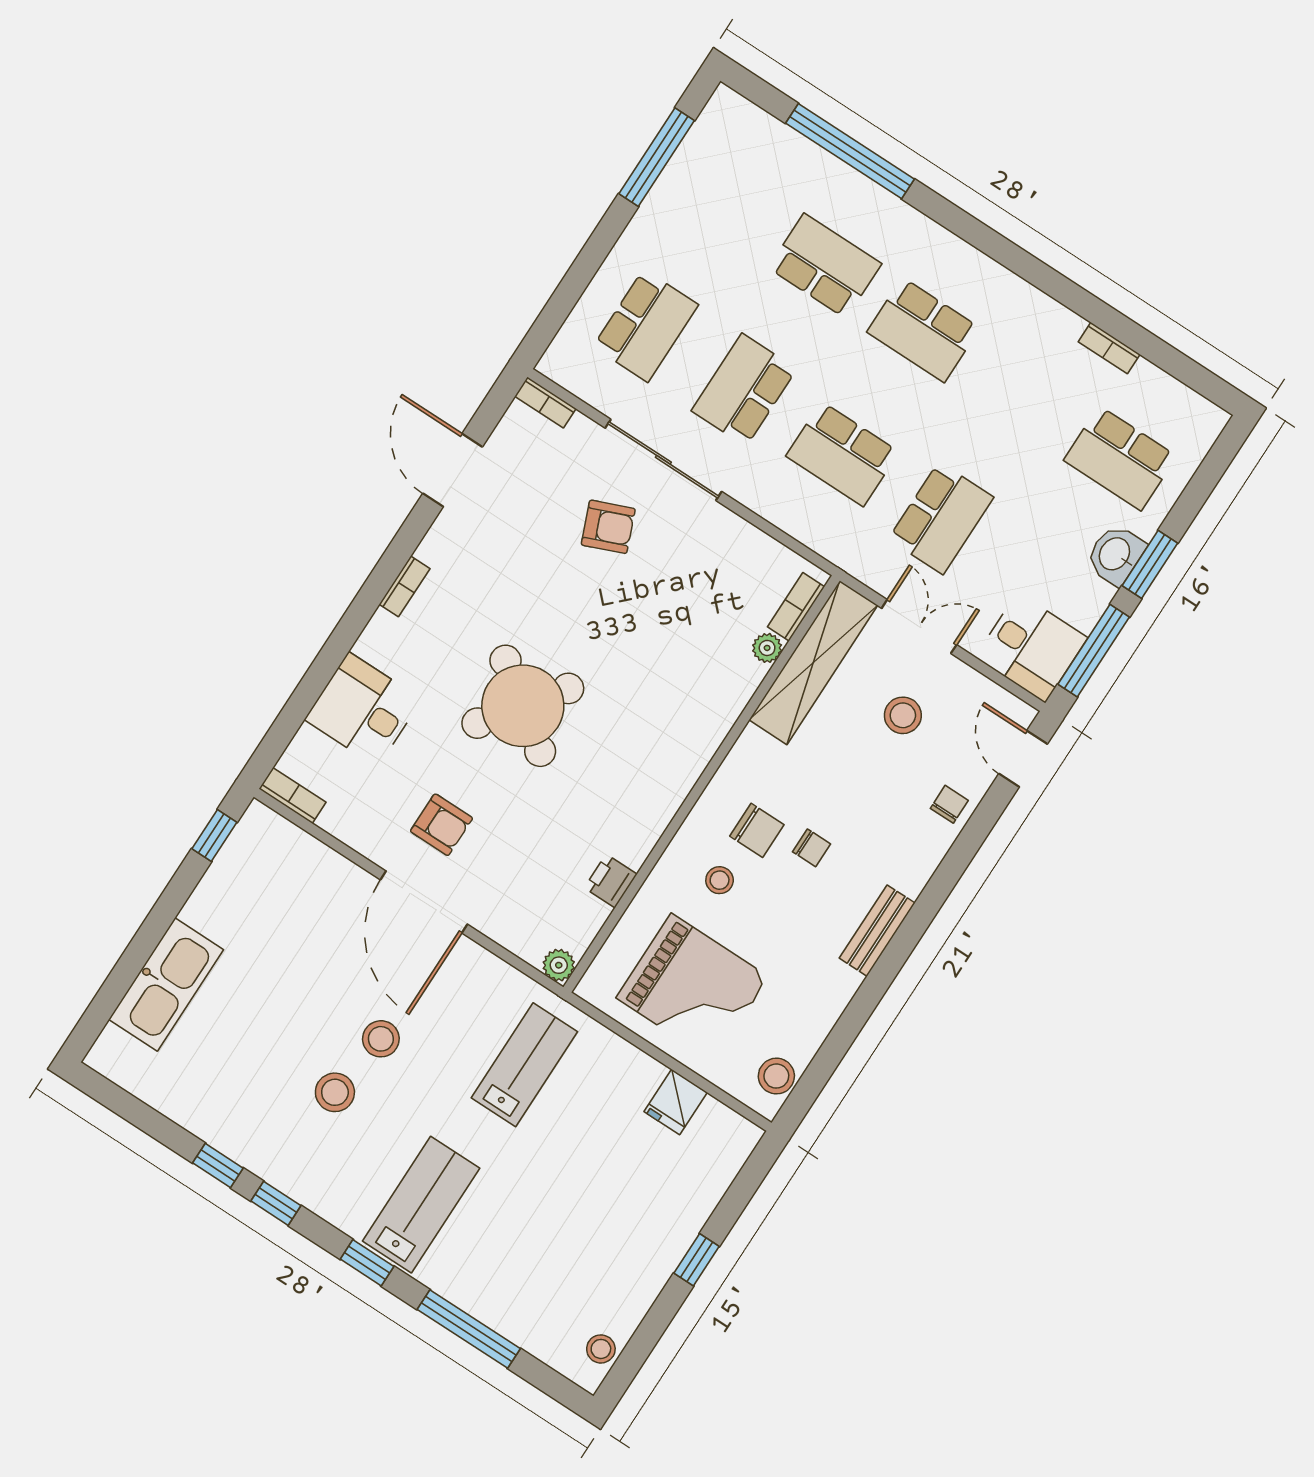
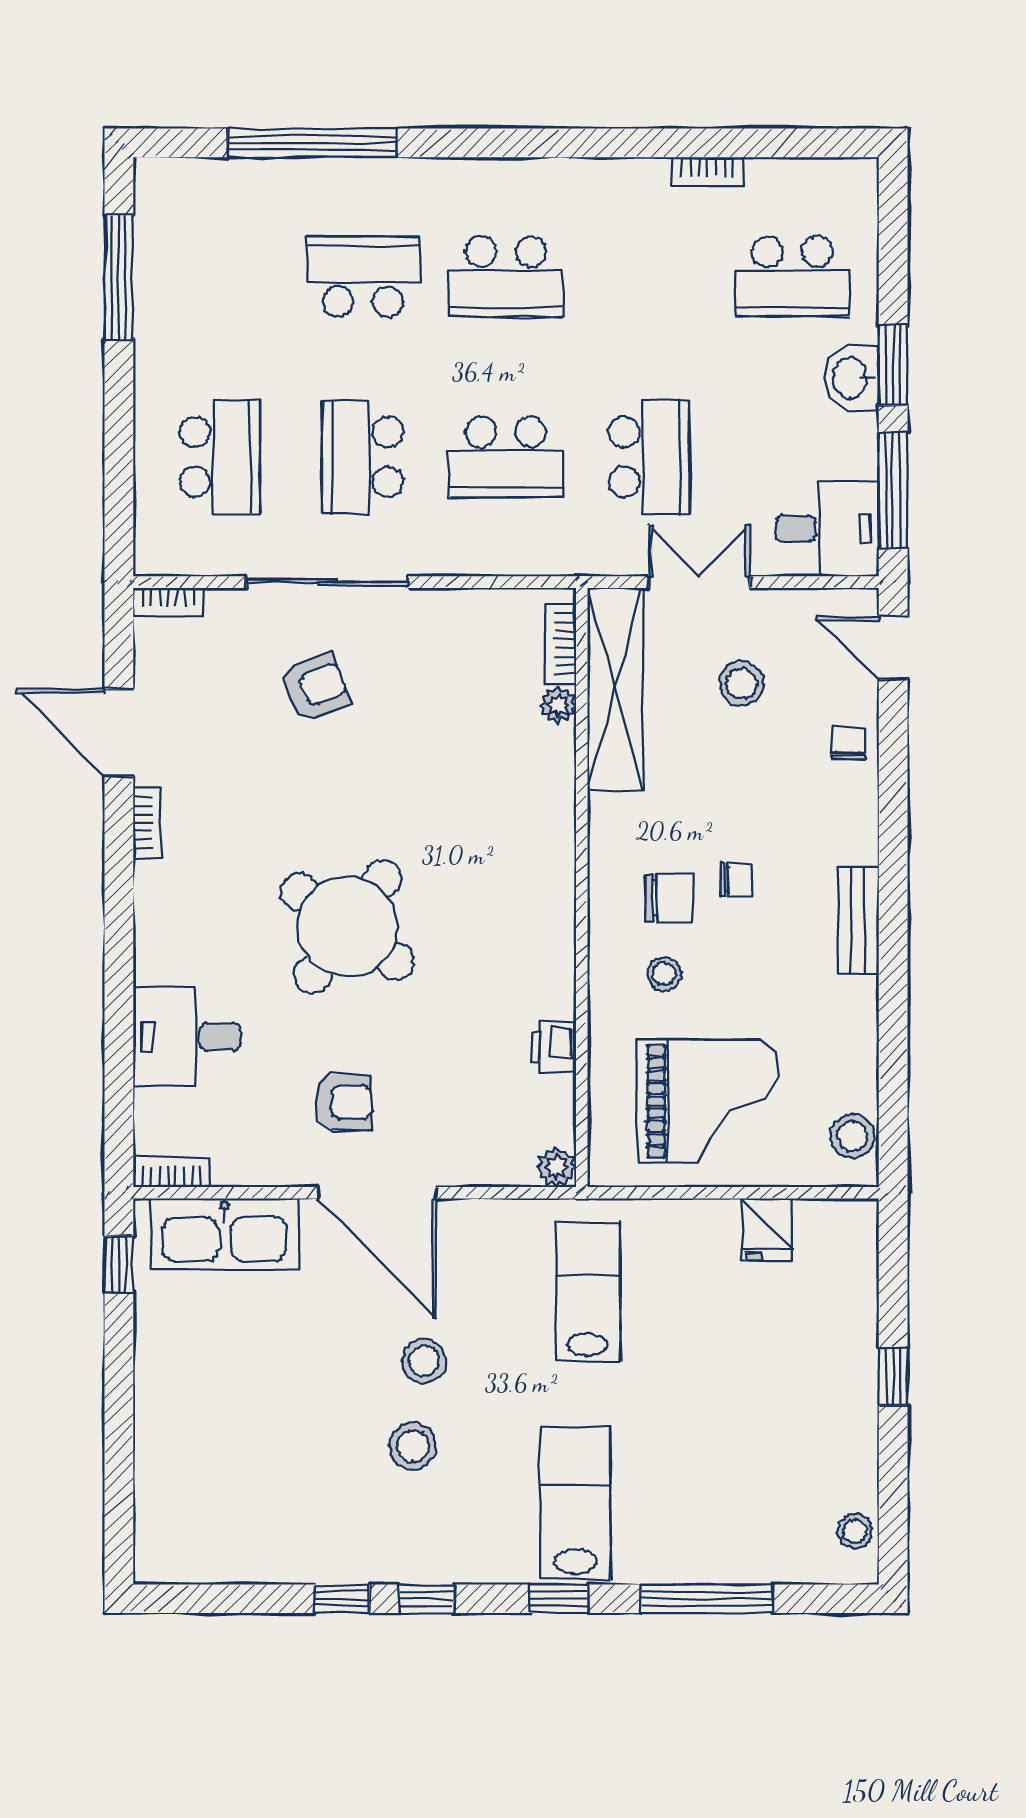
bookcase: (405, 586) -> (147, 823), moved
kitchen sink: (166, 985) -> (224, 1234), moved, turned 90

